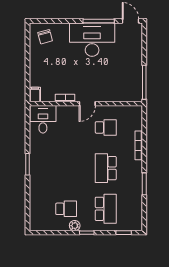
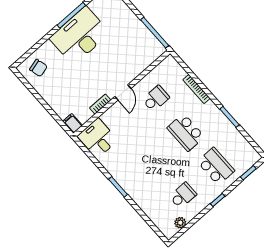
plant: (75, 226) -> (180, 223), moved

